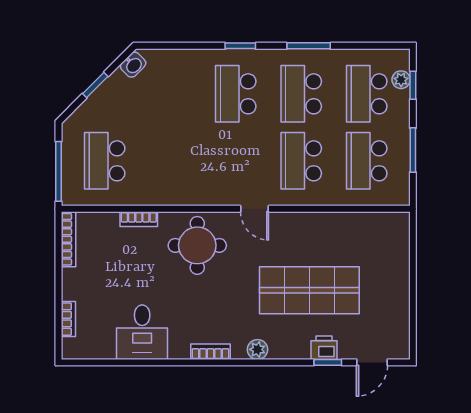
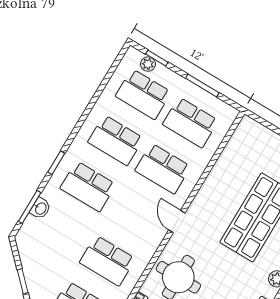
window: (309, 46) -> (30, 207), moved
washbasin: (133, 65) -> (40, 208), moved, turned 45
school desk: (170, 161) -> (107, 261), added
door: (255, 209) -> (177, 222), swing flipped

